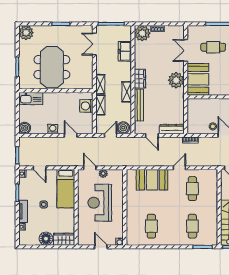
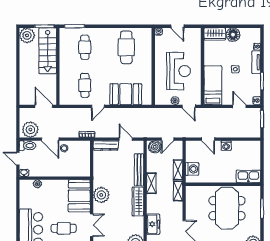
wardrobe: (140, 79) -> (138, 201), width x1.50
boiler: (25, 128) -> (255, 147), removed
cafe table: (151, 226) -> (126, 47), width x1.37, depth x1.35

